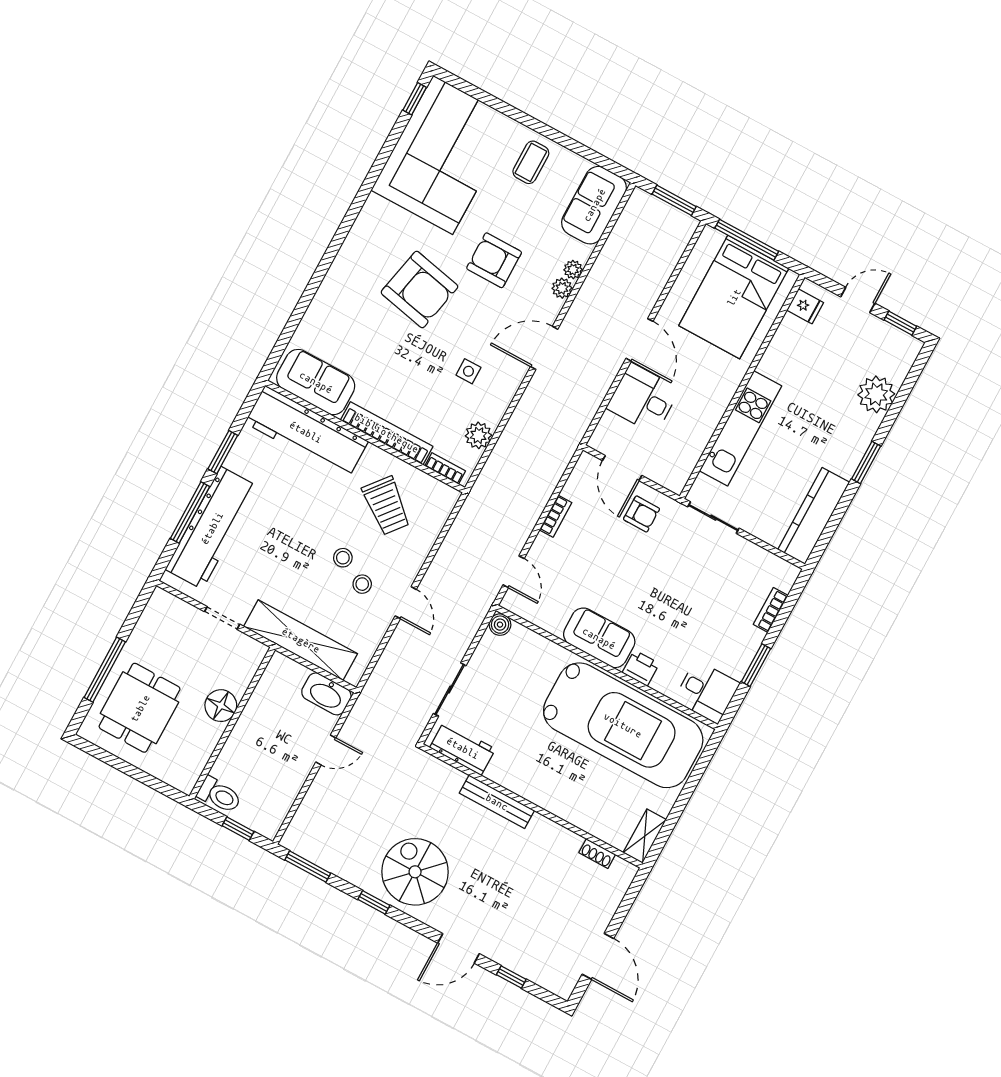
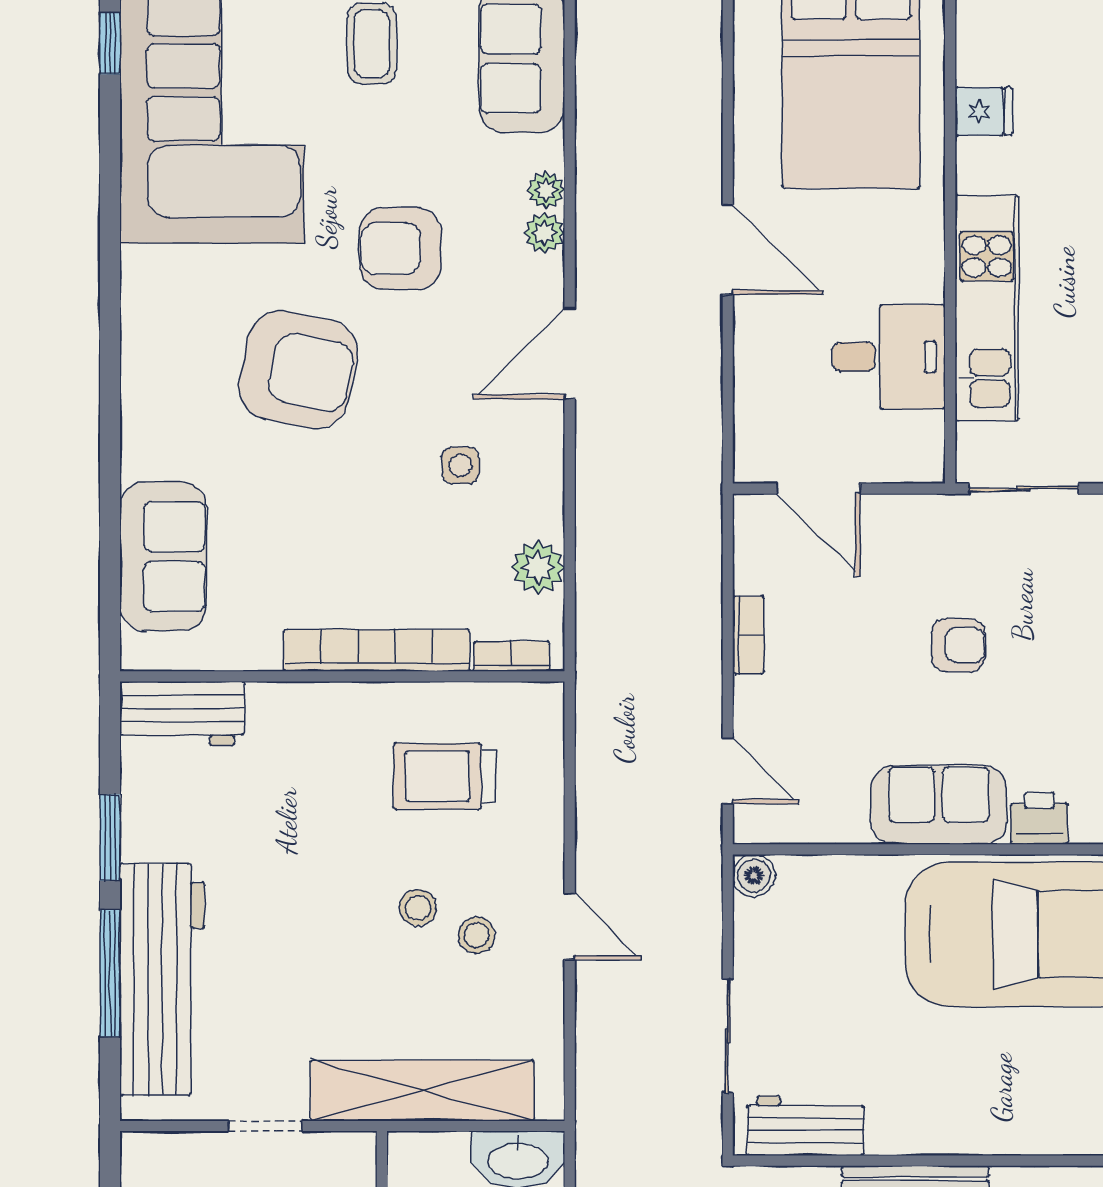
fridge: (805, 306) -> (984, 111), moved
sofa: (316, 382) -> (163, 556), moved, turned 90
desk: (643, 399) -> (889, 357), moved, turned 180
workbench: (306, 432) -> (182, 713), width x0.53, depth x0.76
trolley: (386, 506) -> (445, 776), turned 141
armchair: (641, 514) -> (958, 645), moved

